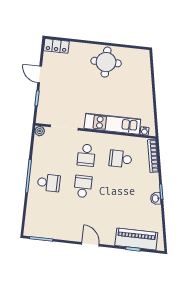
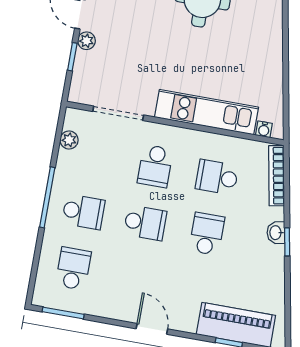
plant: (44, 89) -> (86, 41), added
plant: (40, 131) -> (69, 140), moved
school desk: (83, 187) -> (145, 223), turned 90
school desk: (117, 190) -> (207, 234), added
washbasin: (156, 198) -> (276, 233), moved
school desk: (45, 214) -> (73, 269), added

